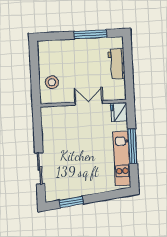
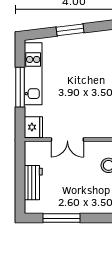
window: (71, 202) -> (70, 30), moved

